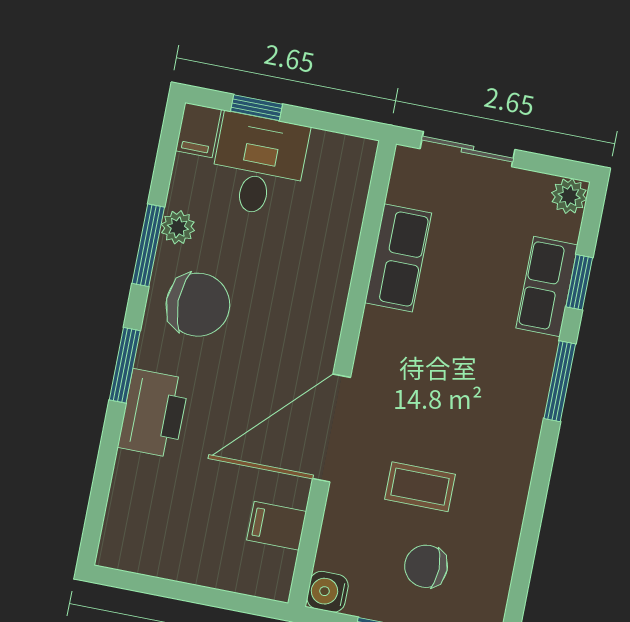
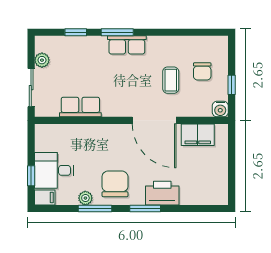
plant: (569, 196) -> (42, 60), moved
row of seats: (547, 286) -> (127, 45), moved
filing cabinet: (277, 526) -> (198, 135), width x2.00

